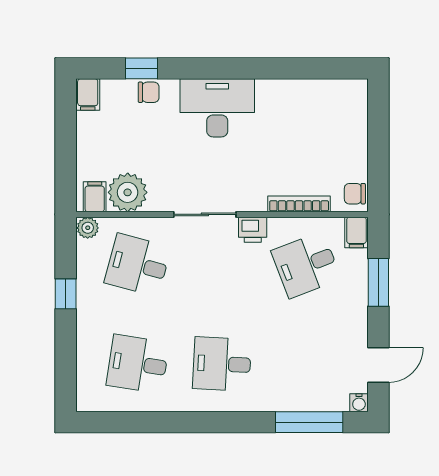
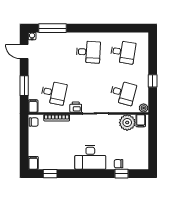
window: (315, 68) -> (50, 174), added
filing cabinet: (88, 94) -> (33, 163), moved
desk: (306, 265) -> (54, 93), turned 33
door: (378, 365) -> (24, 52), hinge flipped

